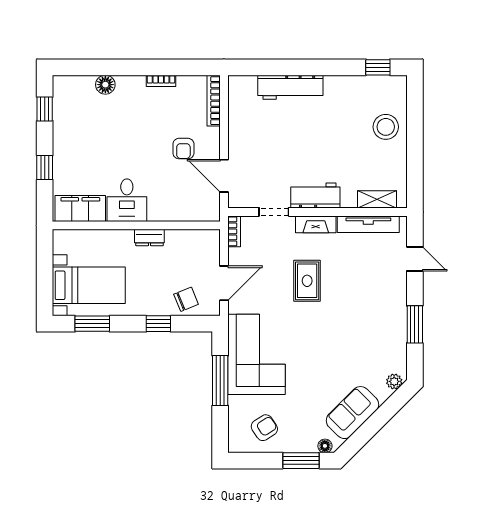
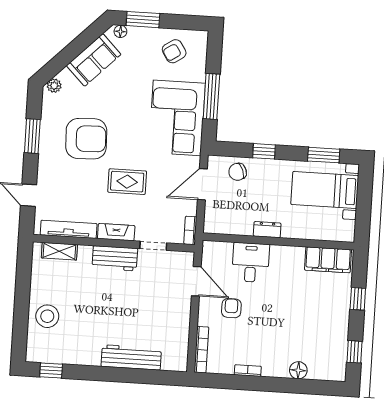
desk: (127, 200) -> (251, 263), moved
rug: (307, 281) -> (127, 182), turned 90
armchair: (355, 325) -> (86, 139), added

